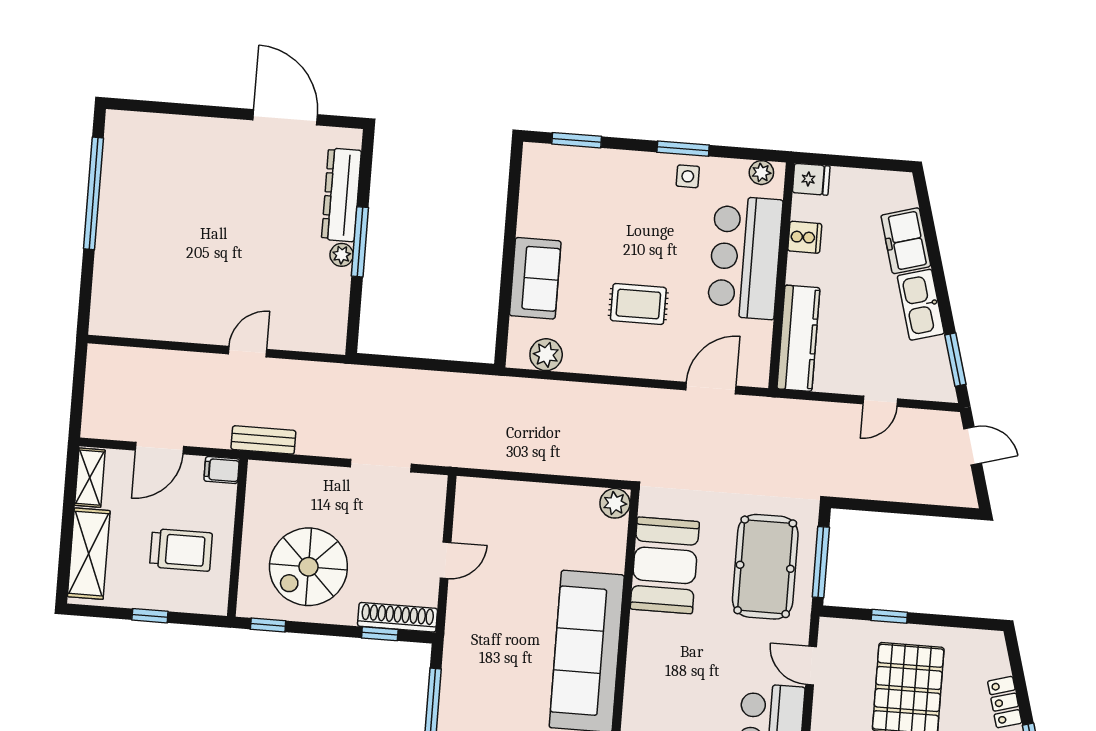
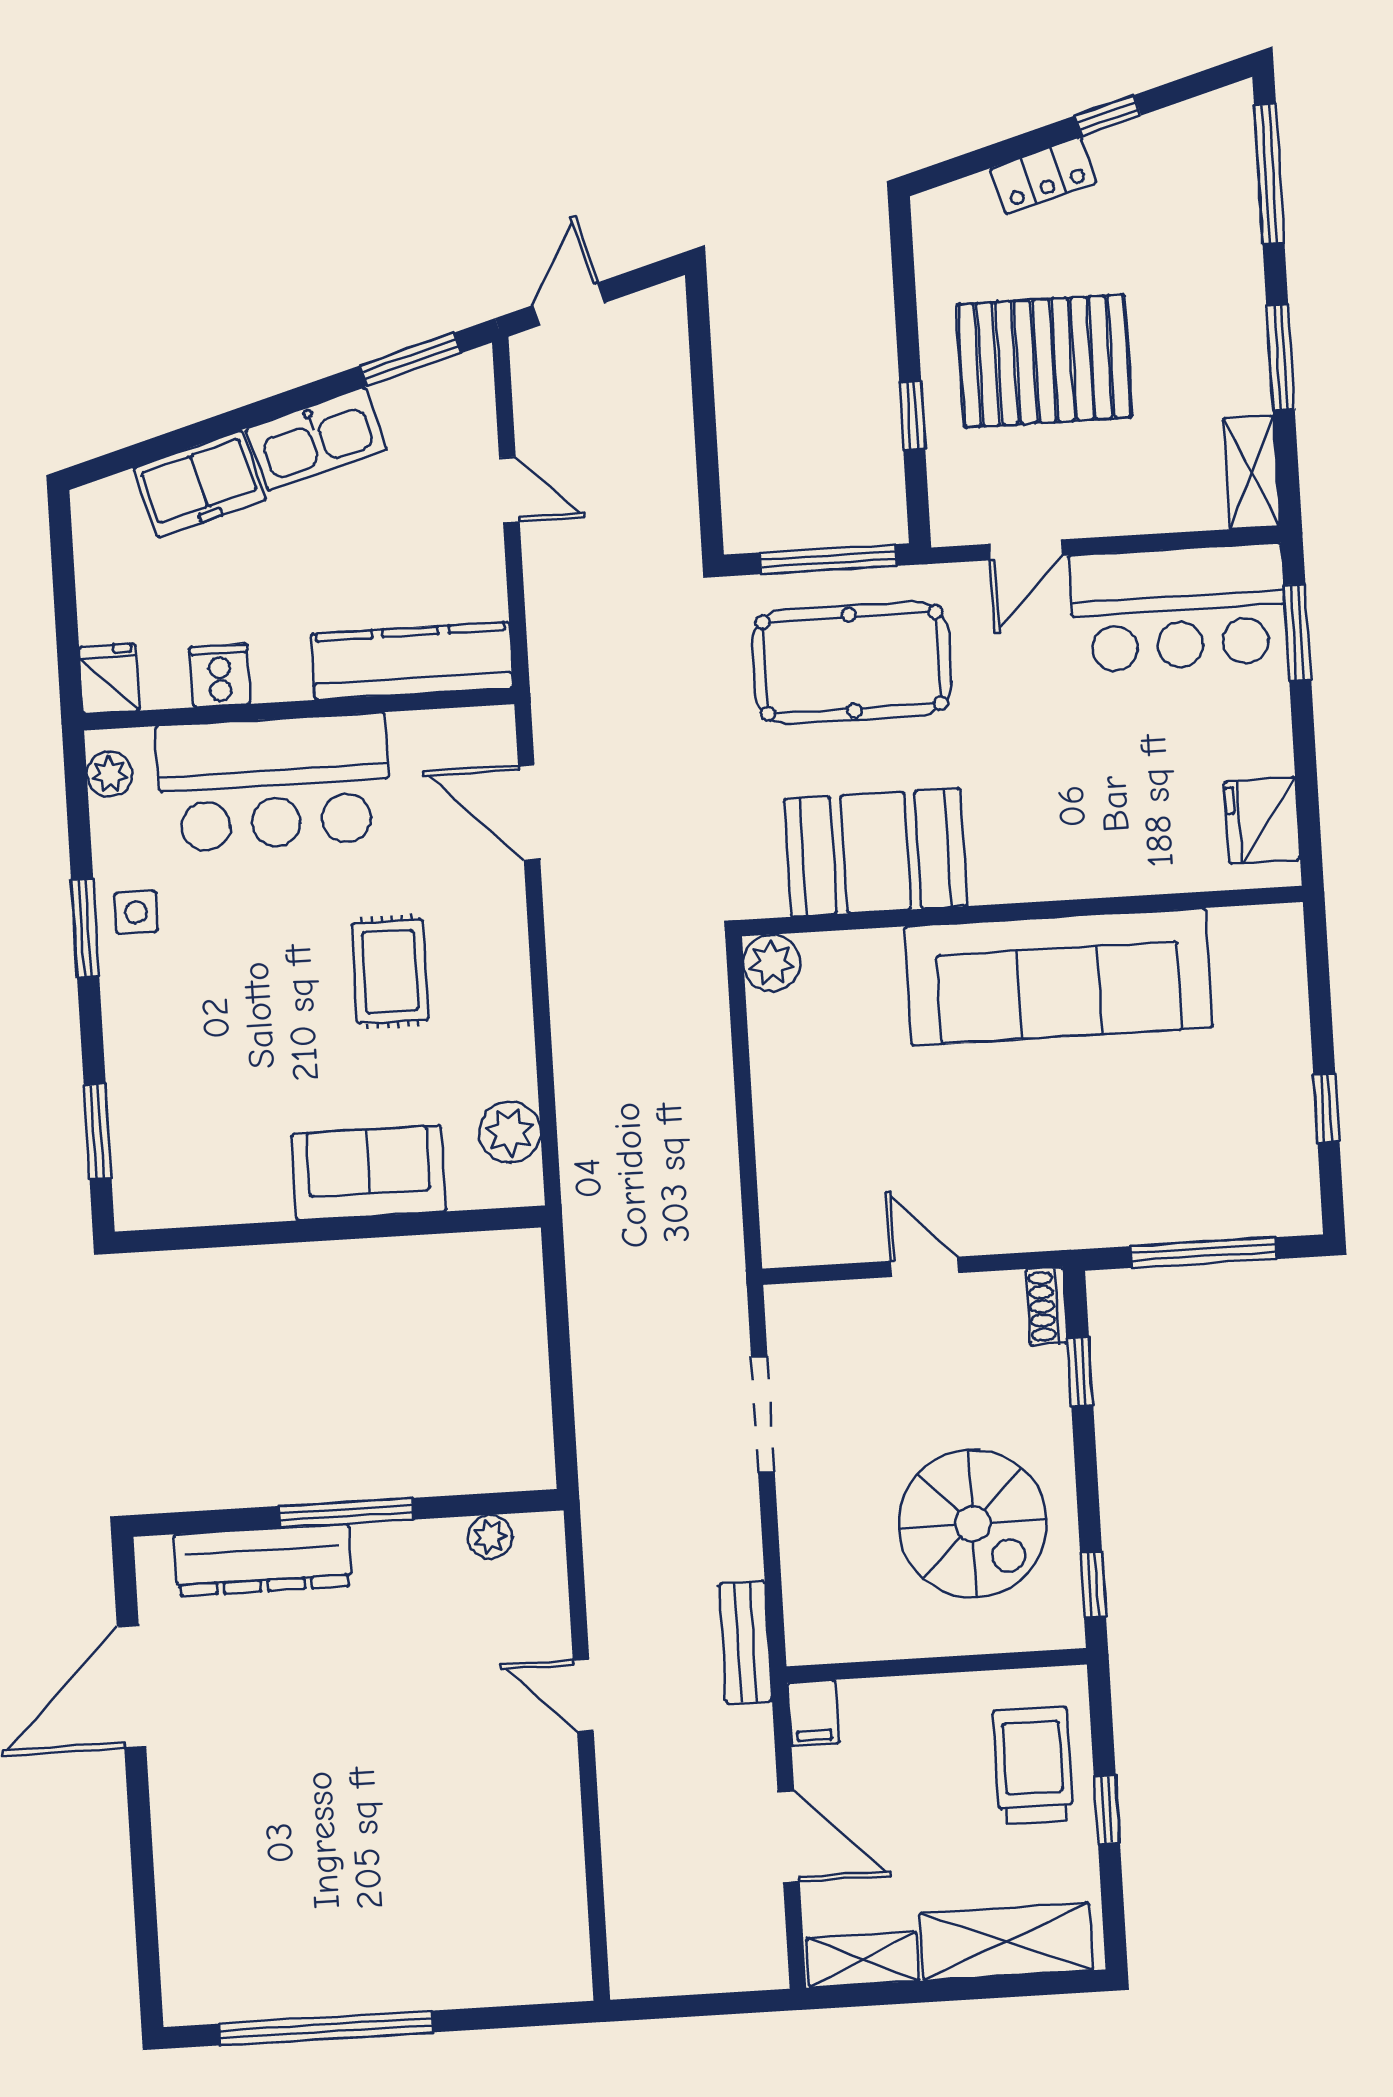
plant: (342, 255) -> (490, 1537), moved
trolley: (181, 550) -> (1033, 1766), moved
shoe rack: (398, 617) -> (1046, 1306), width x0.51, depth x0.81

